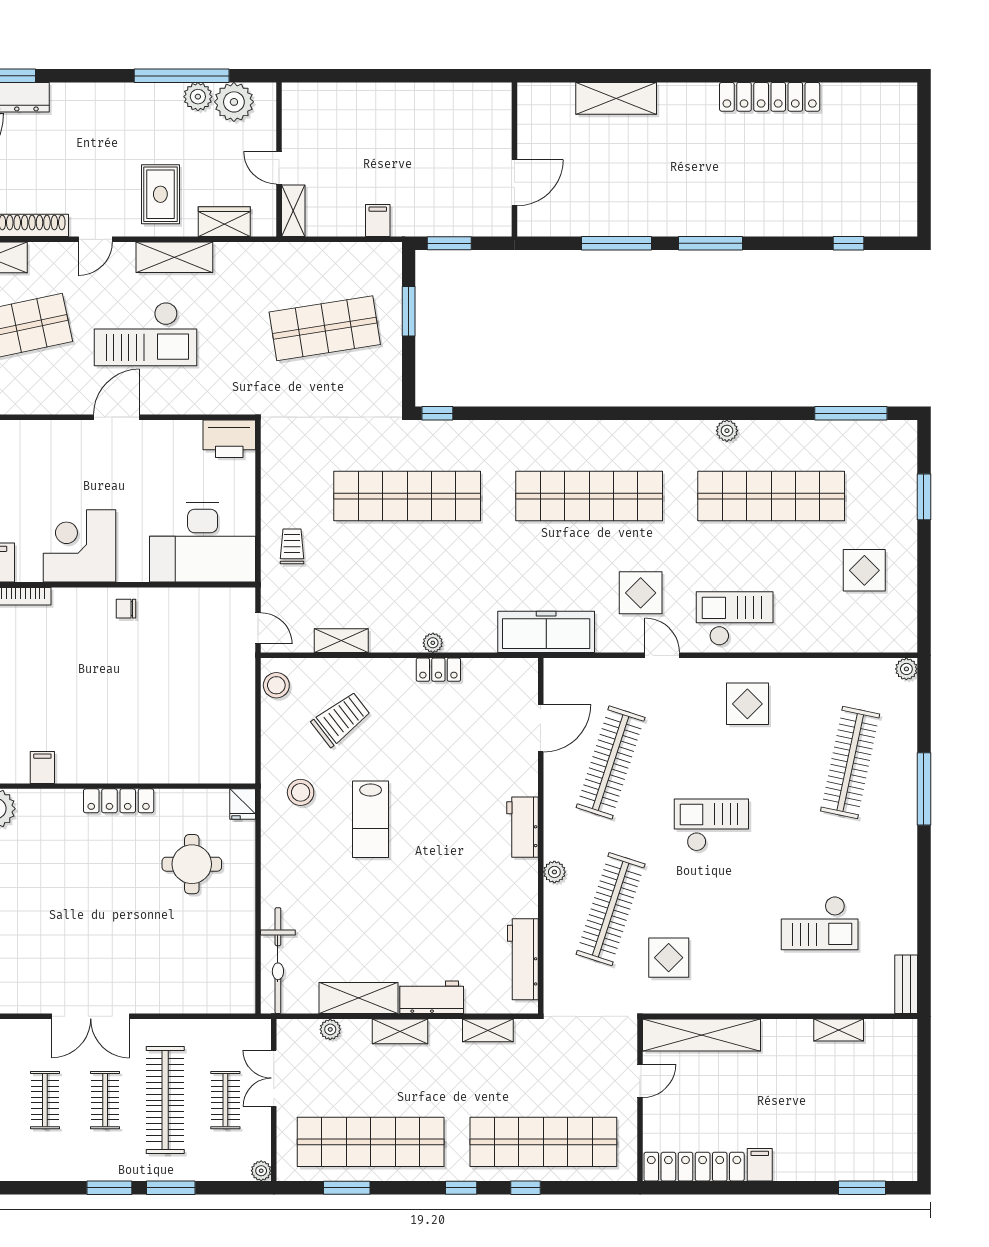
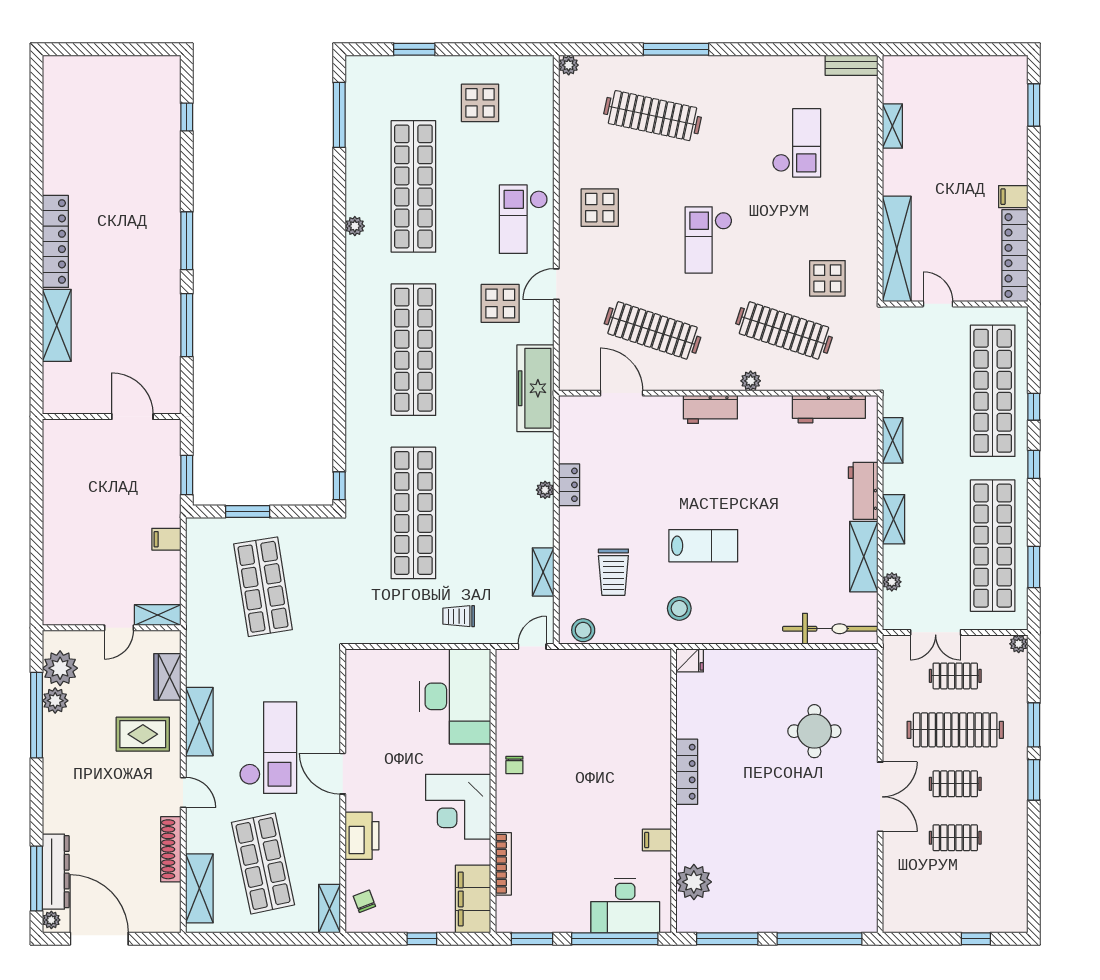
locker: (770, 97) -> (55, 241), moved
printer: (229, 439) -> (362, 836), moved
trolley: (341, 719) -> (613, 572), turned -142
round table: (192, 864) -> (814, 731), moved

